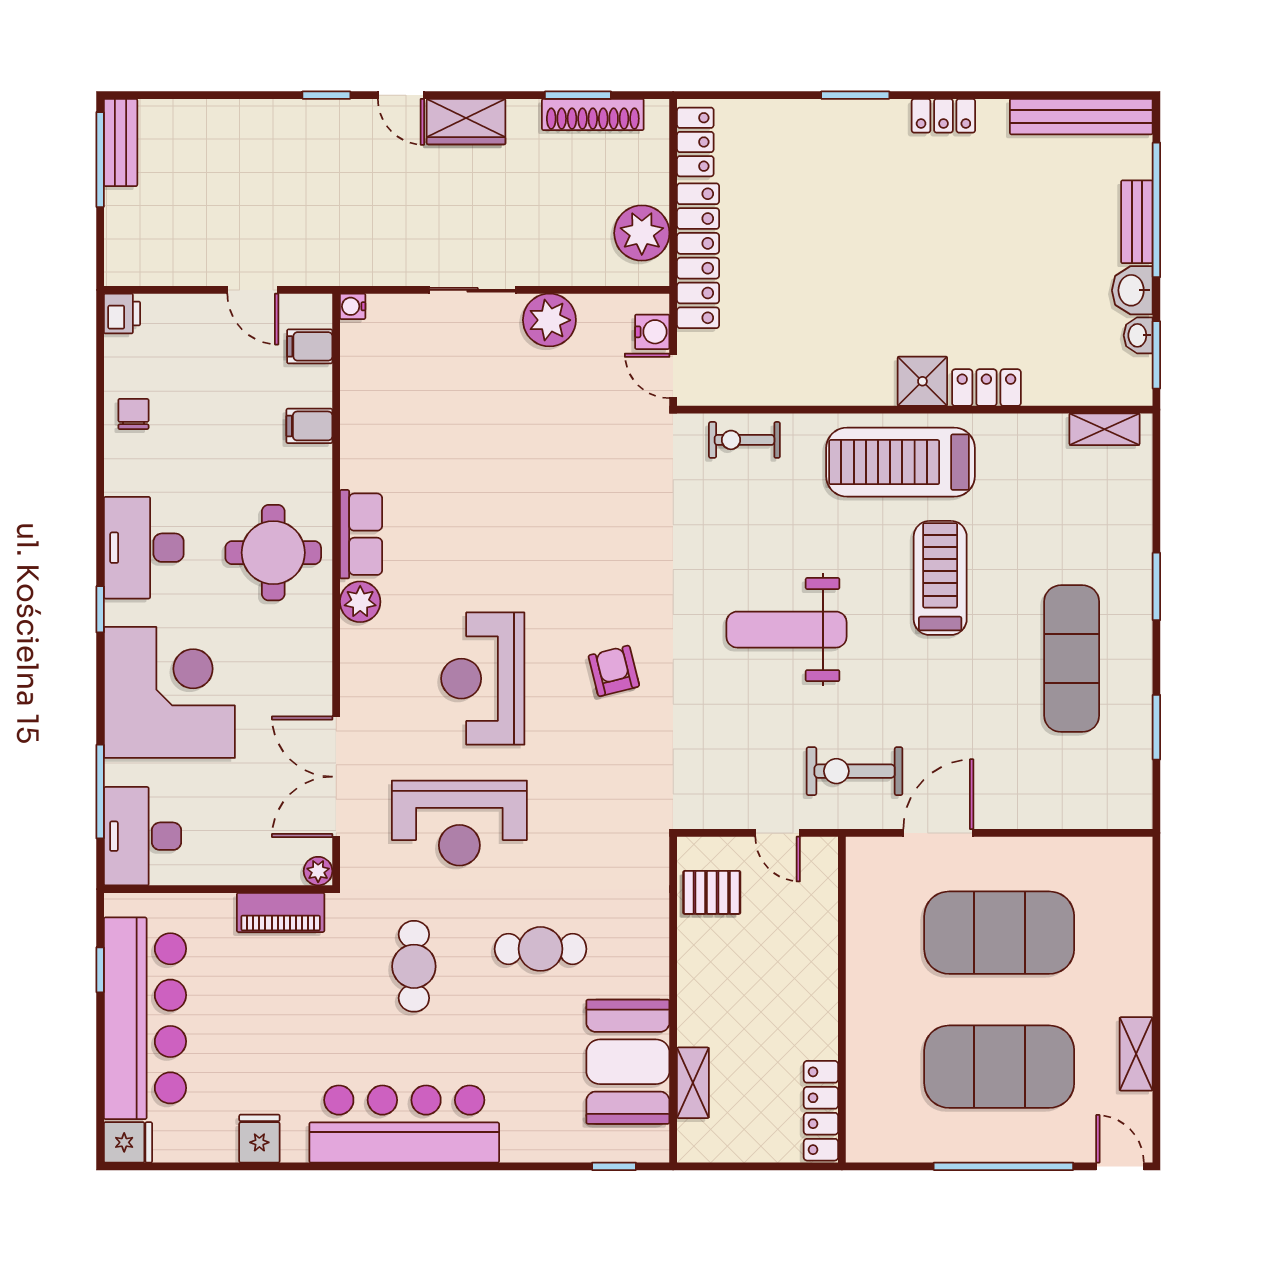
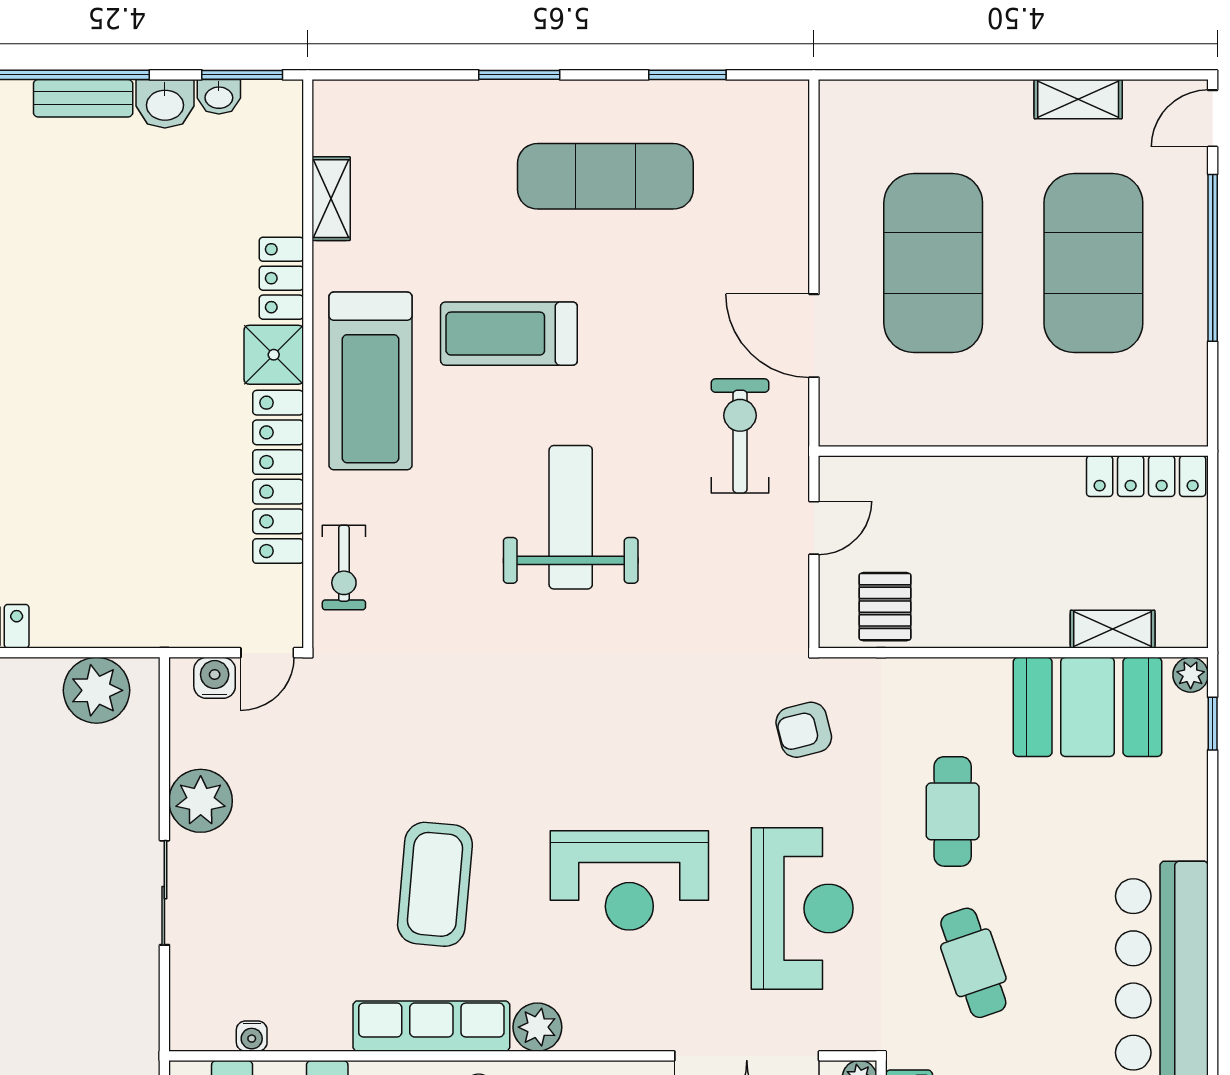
locker: (698, 256) -> (278, 477), moved, turned -90
water cooler: (353, 306) -> (252, 1036), moved
shelving: (1105, 429) -> (331, 199), moved
coffee table: (480, 516) -> (435, 884), added
row of seats: (361, 534) -> (431, 1026), width x1.48
weight bench: (786, 630) -> (571, 517), turned 180
armchair: (614, 671) -> (804, 730), moved
exercise bike: (855, 771) -> (740, 436), turned 180
cafe table: (414, 966) -> (973, 963), turned 71
plant: (655, 1148) -> (1191, 675), added

